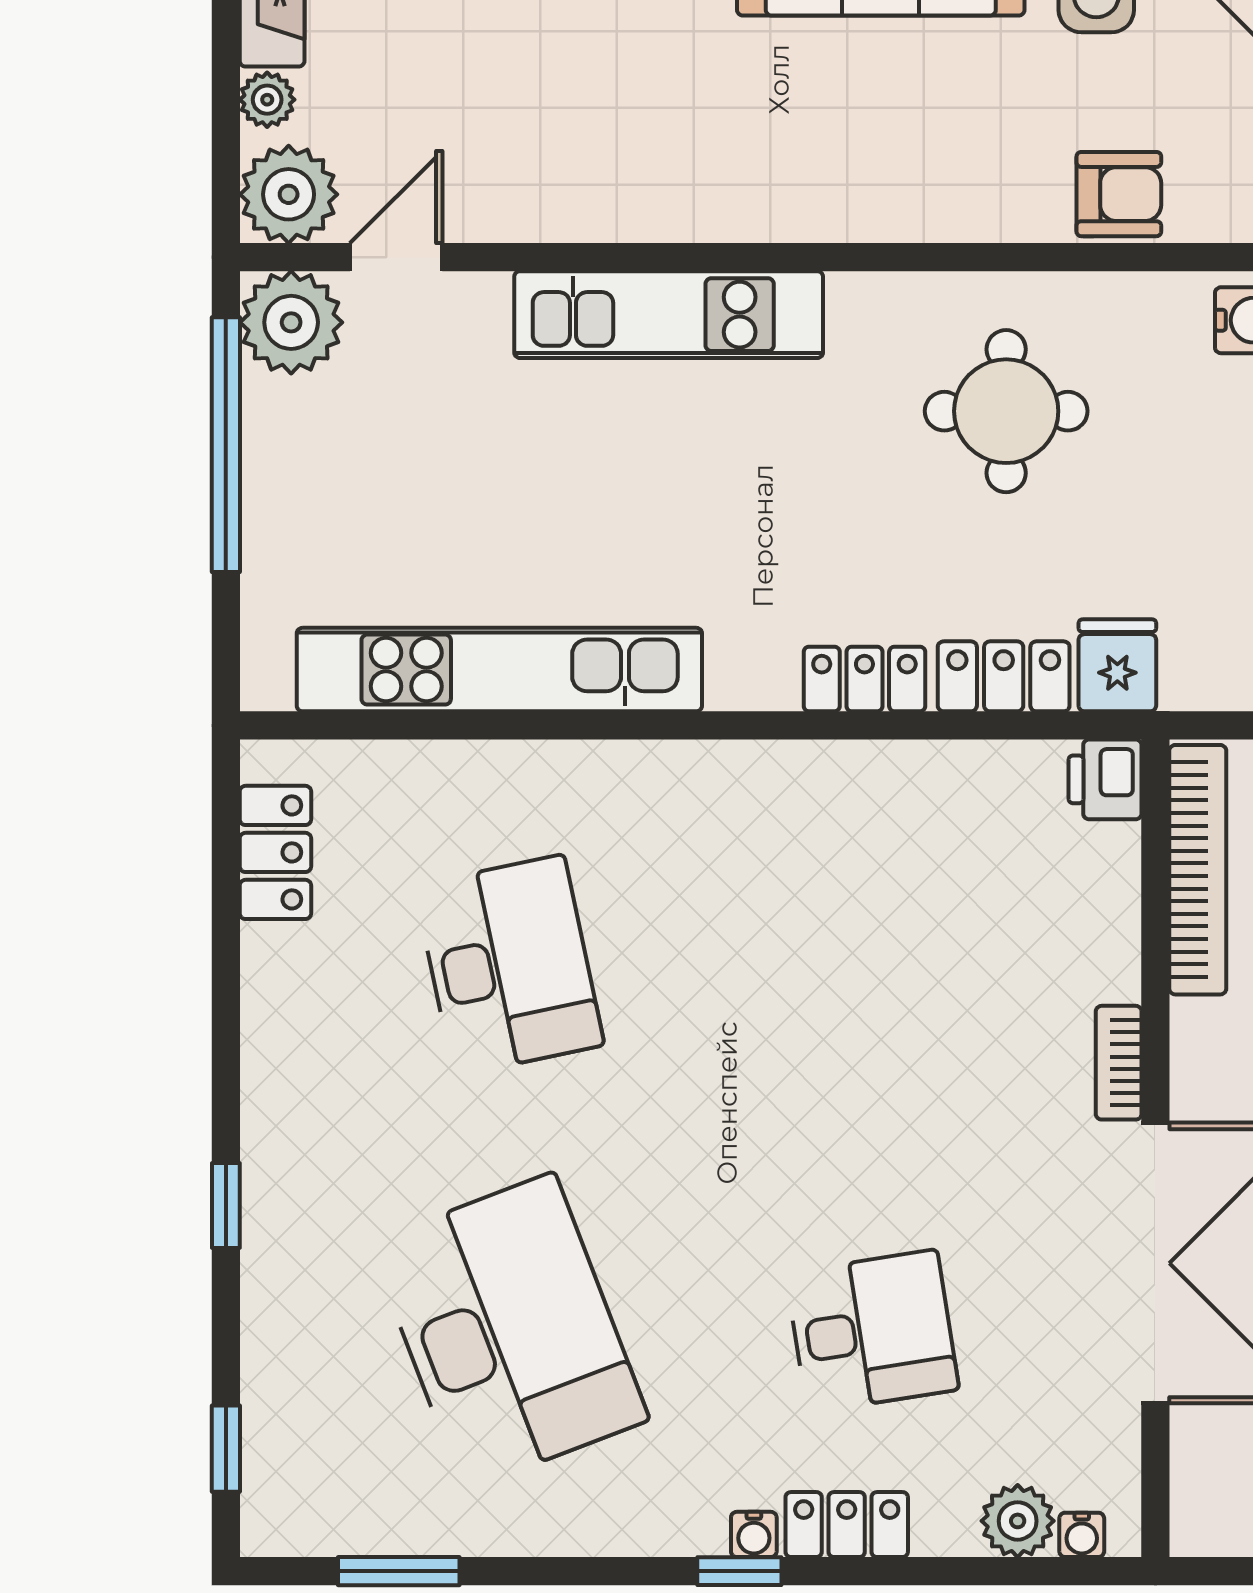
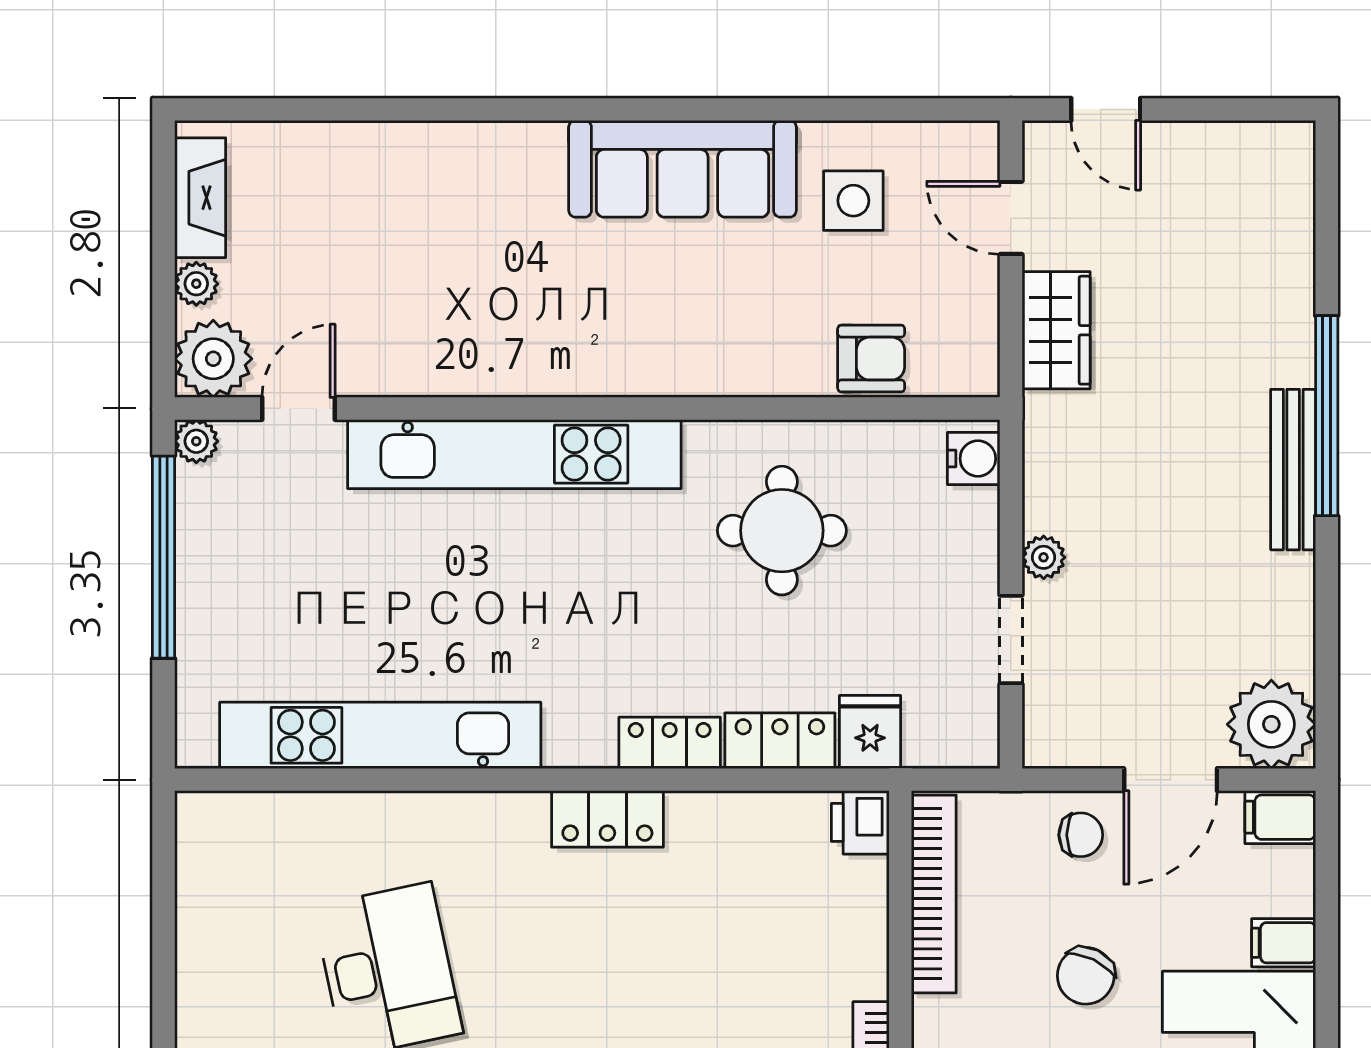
kitchen unit: (669, 315) -> (514, 454), width x1.36
plant: (291, 322) -> (196, 441), width x0.53, depth x0.53
locker: (275, 852) -> (607, 819), moved, turned 90

